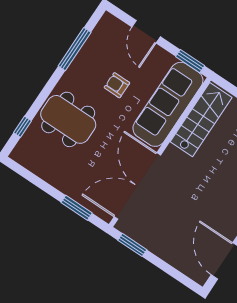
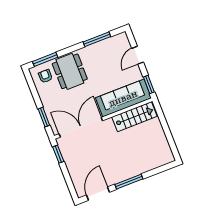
armchair: (117, 85) -> (45, 76), moved
window: (23, 127) -> (45, 59), width x2.17

